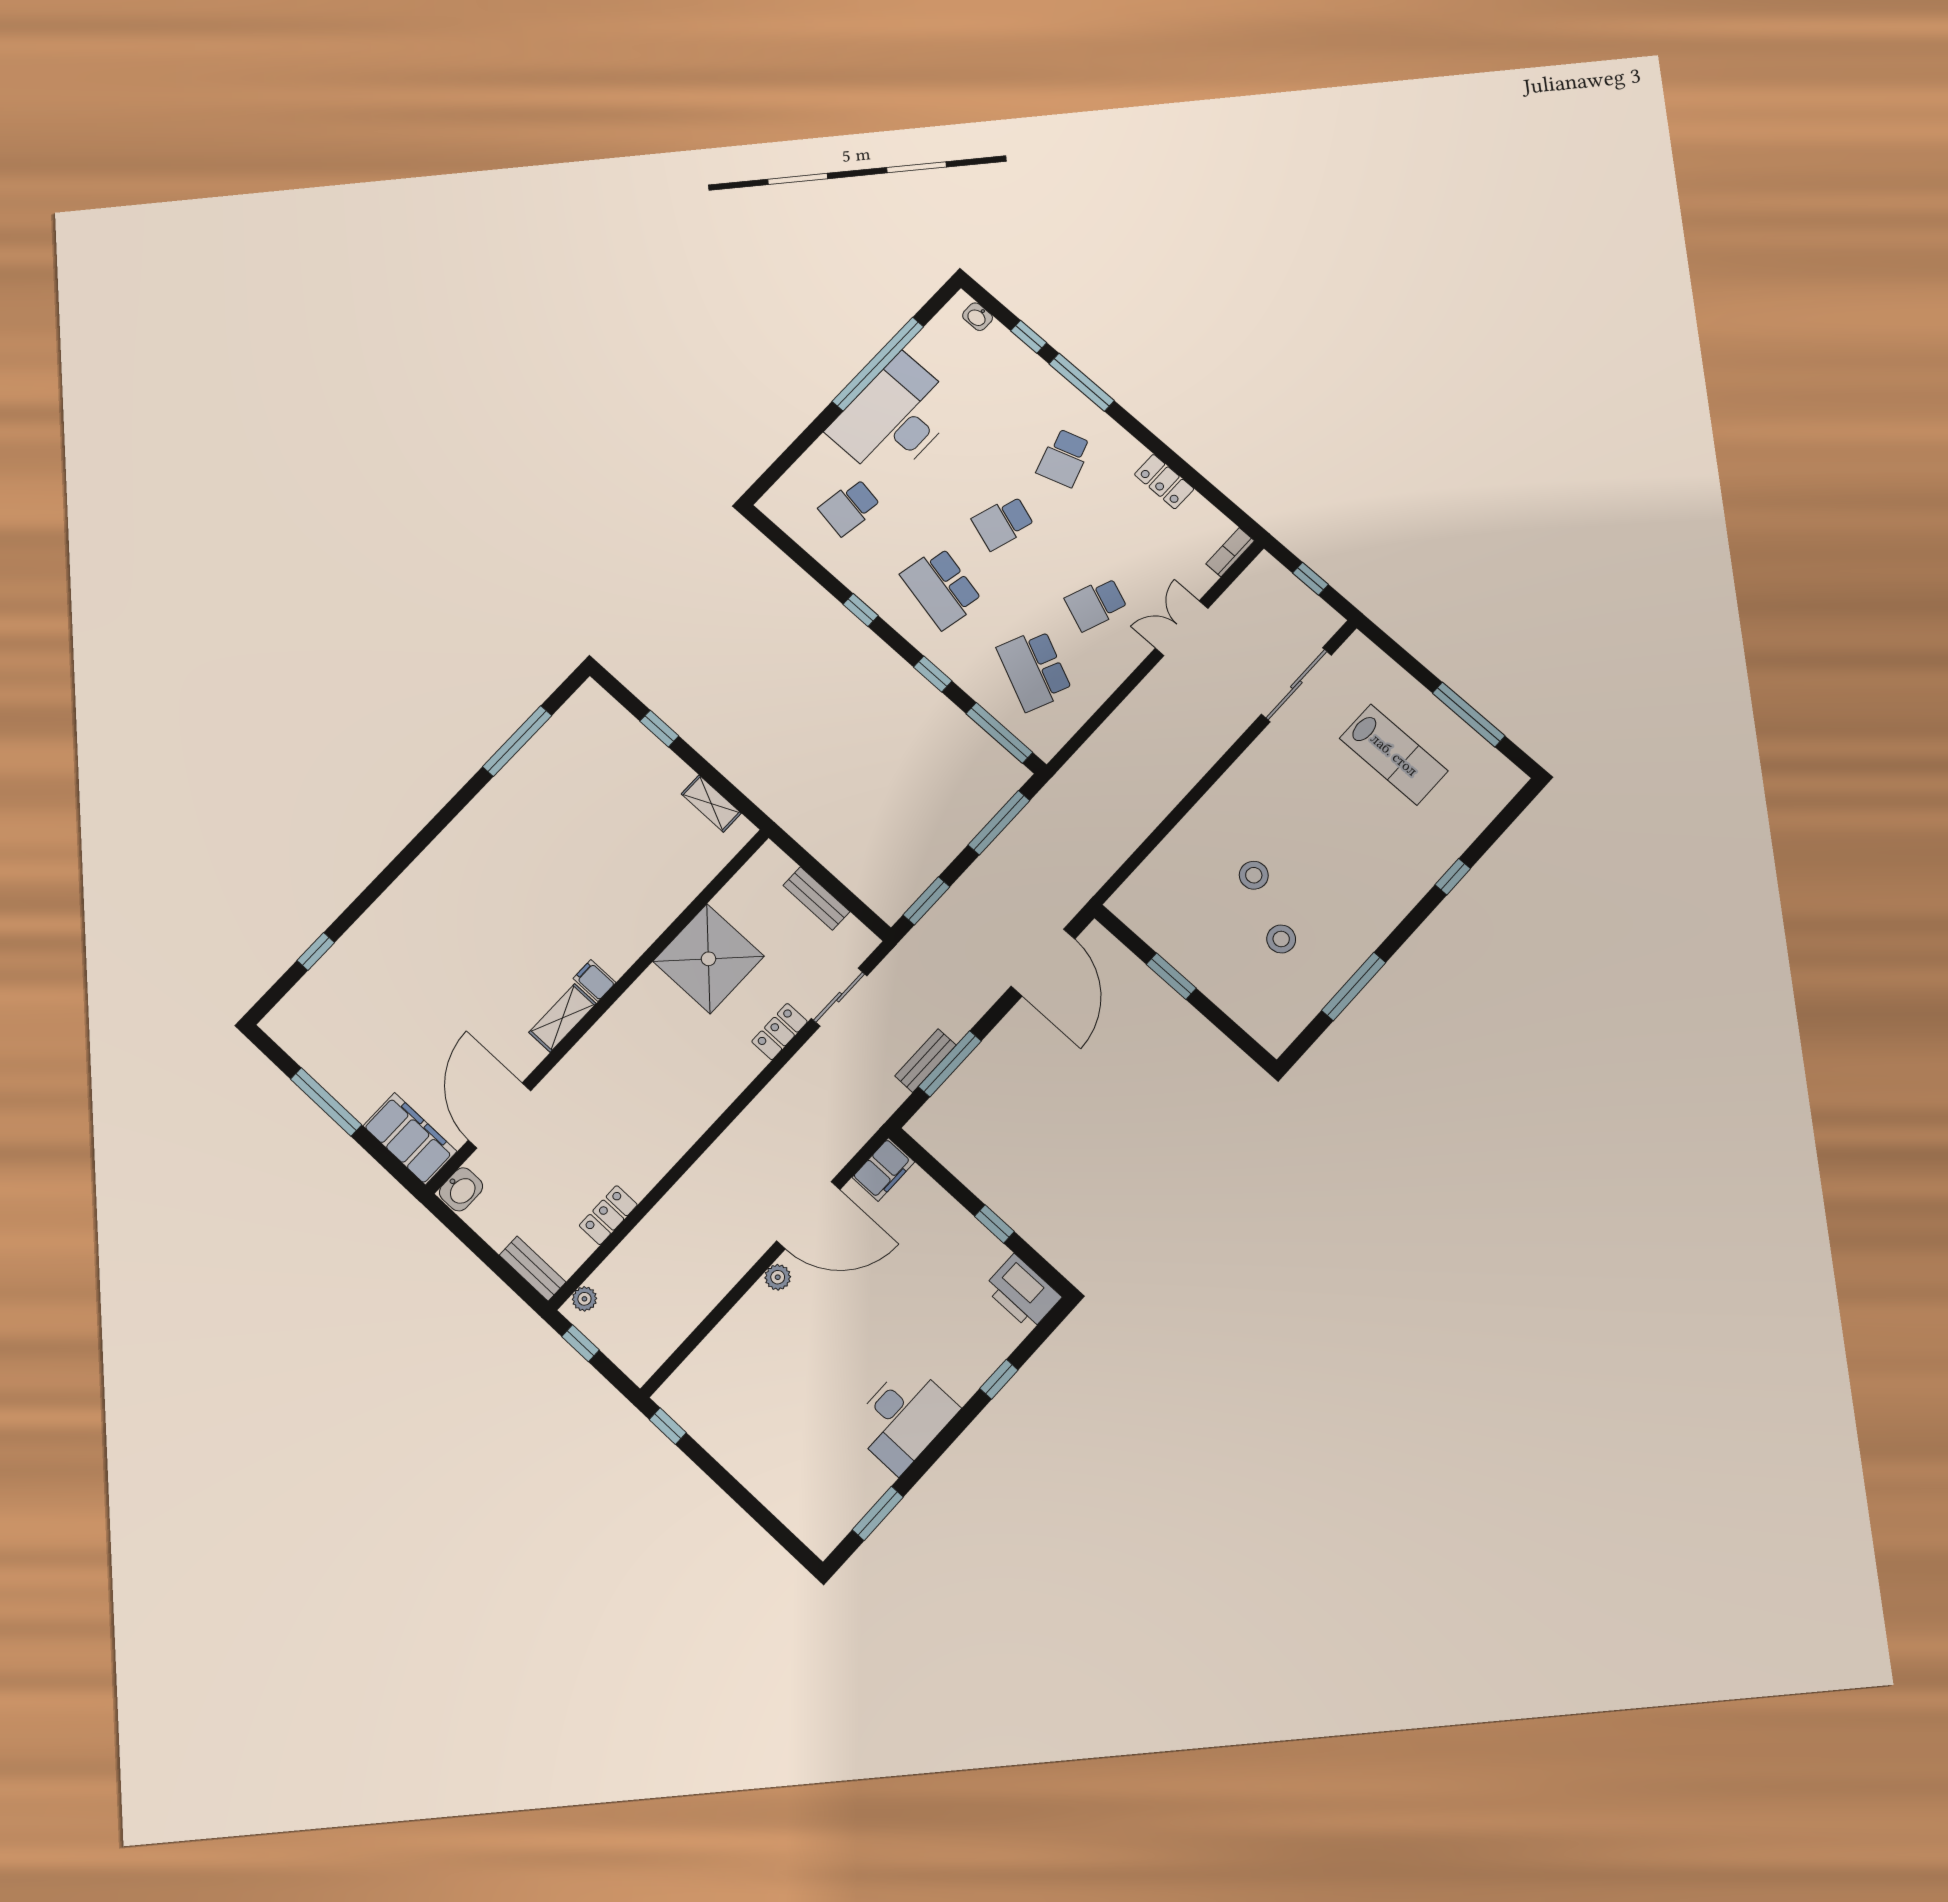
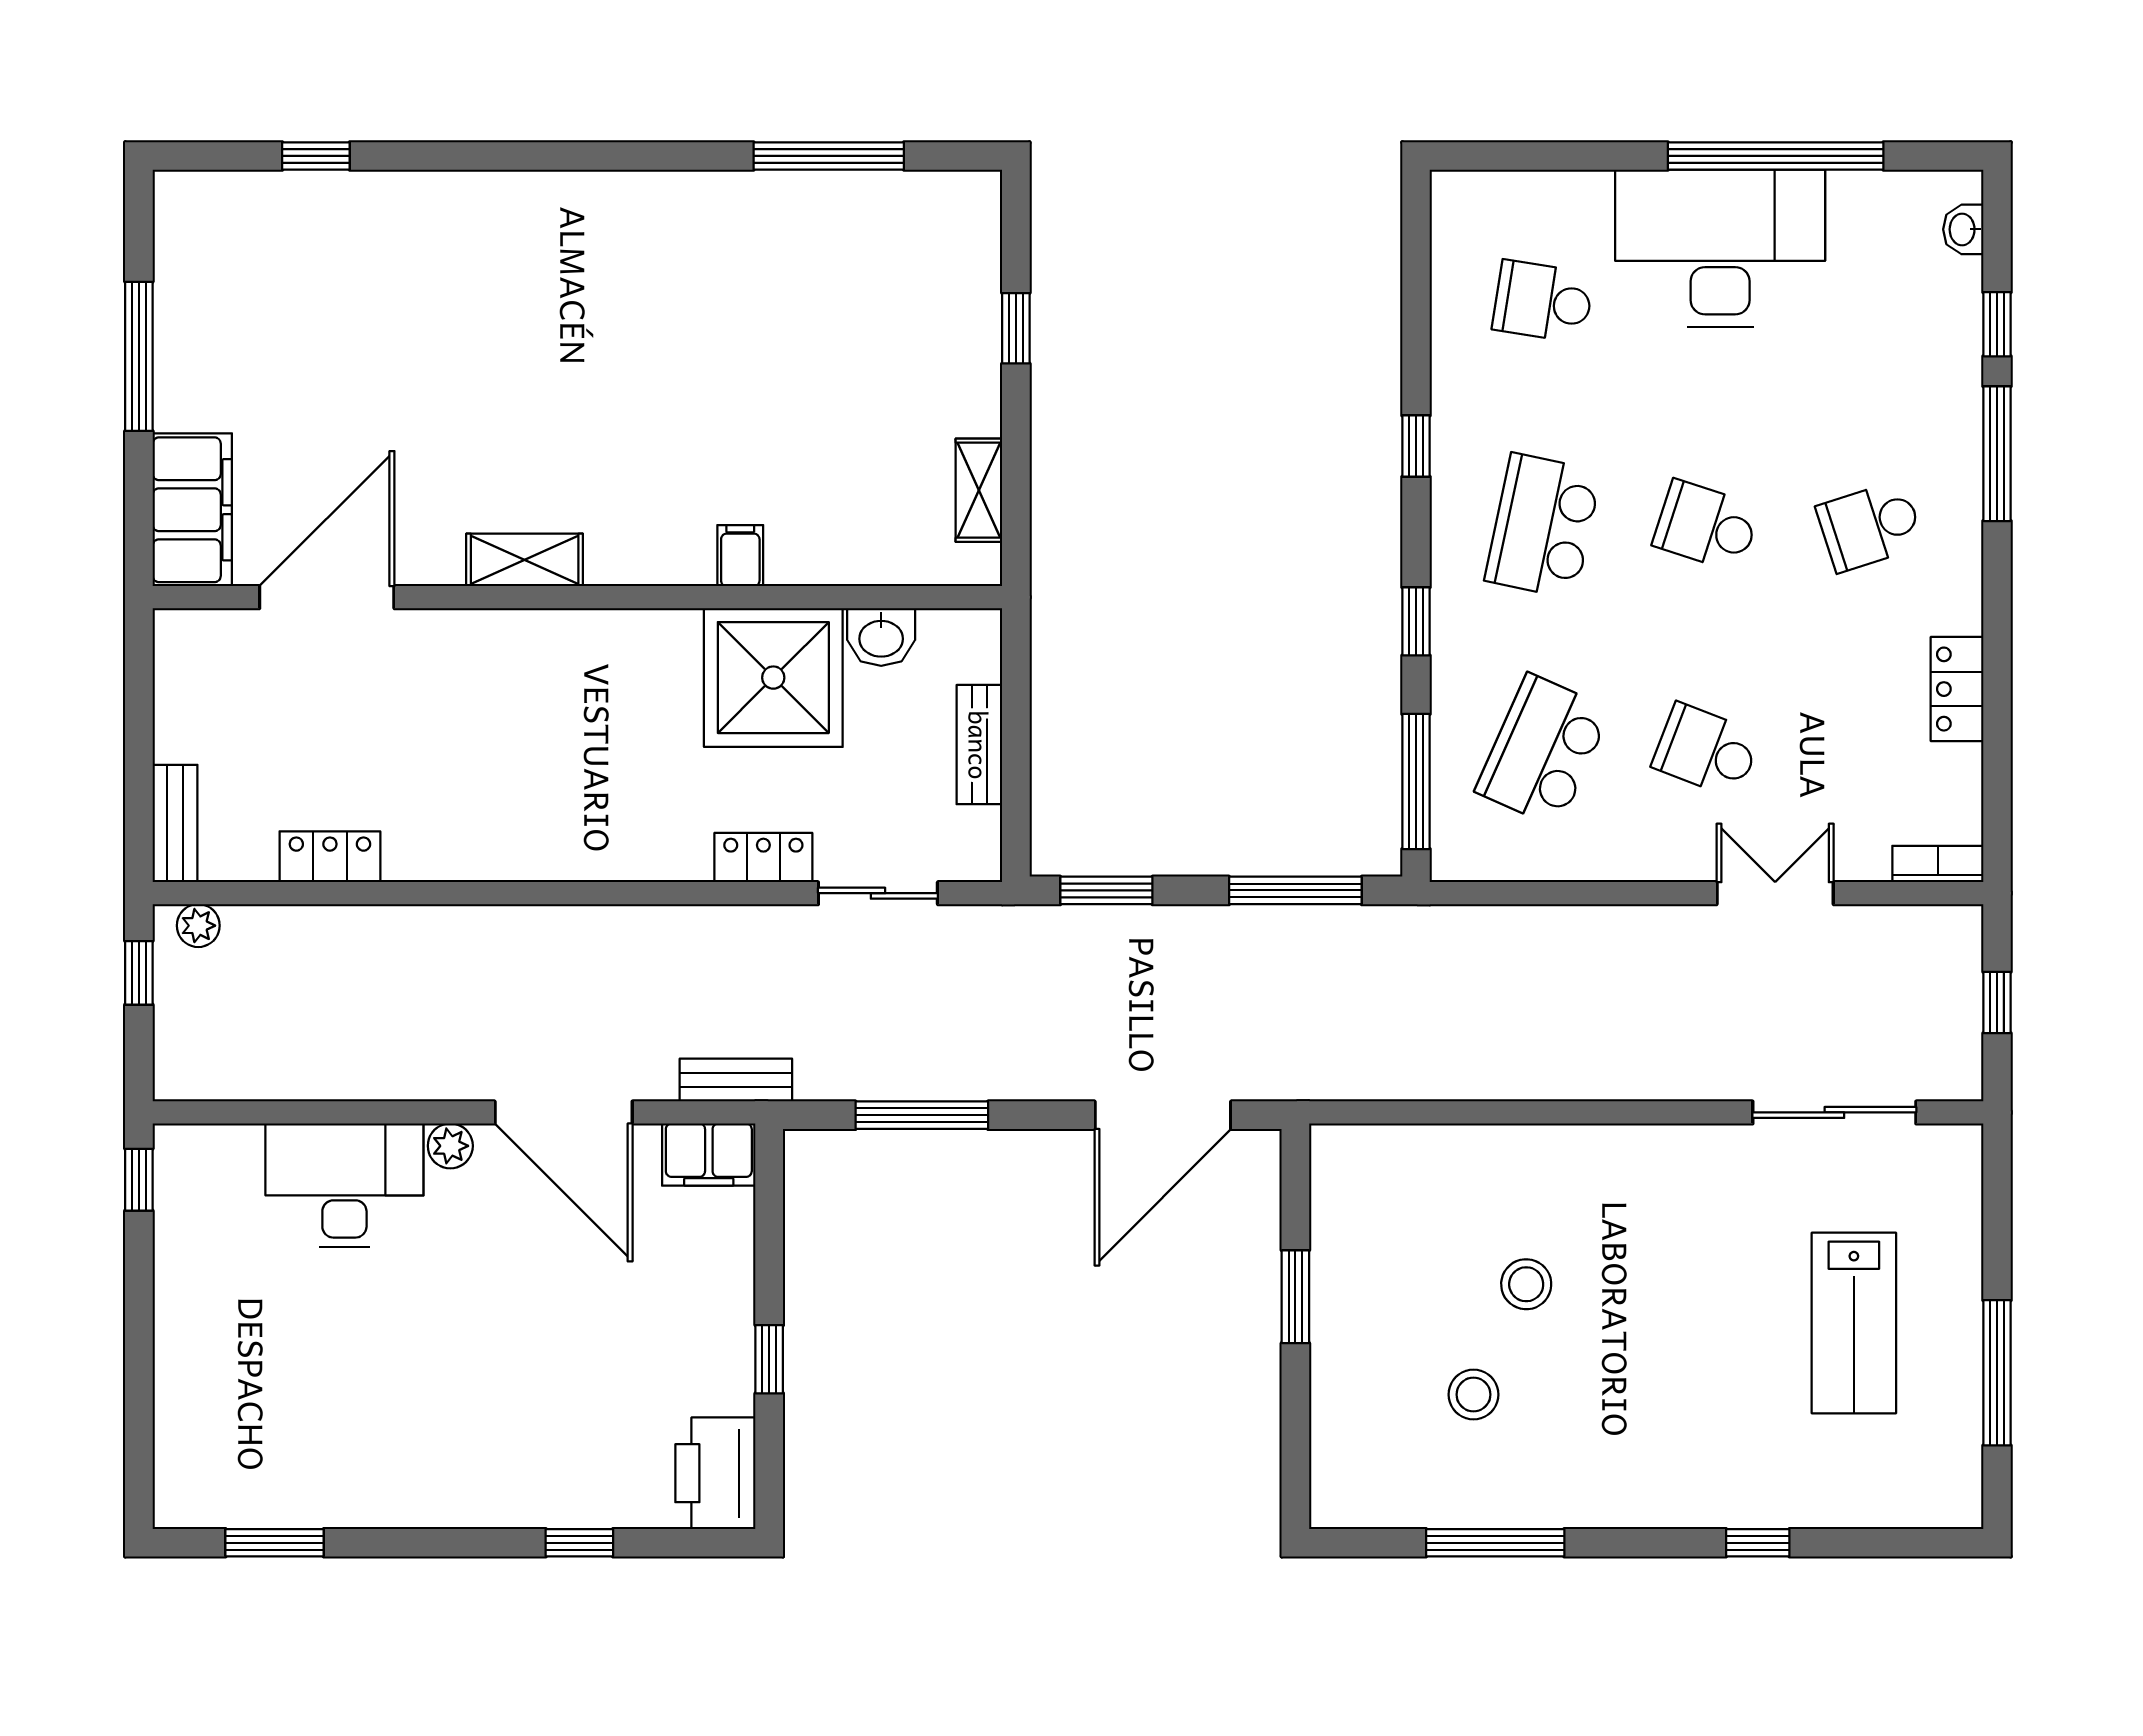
filing cabinet: (594, 980) -> (740, 556), moved
bench: (925, 1060) -> (736, 1080), moved
washbasin: (461, 1189) -> (881, 637), moved
desk: (904, 1418) -> (344, 1185), moved, turned 180

